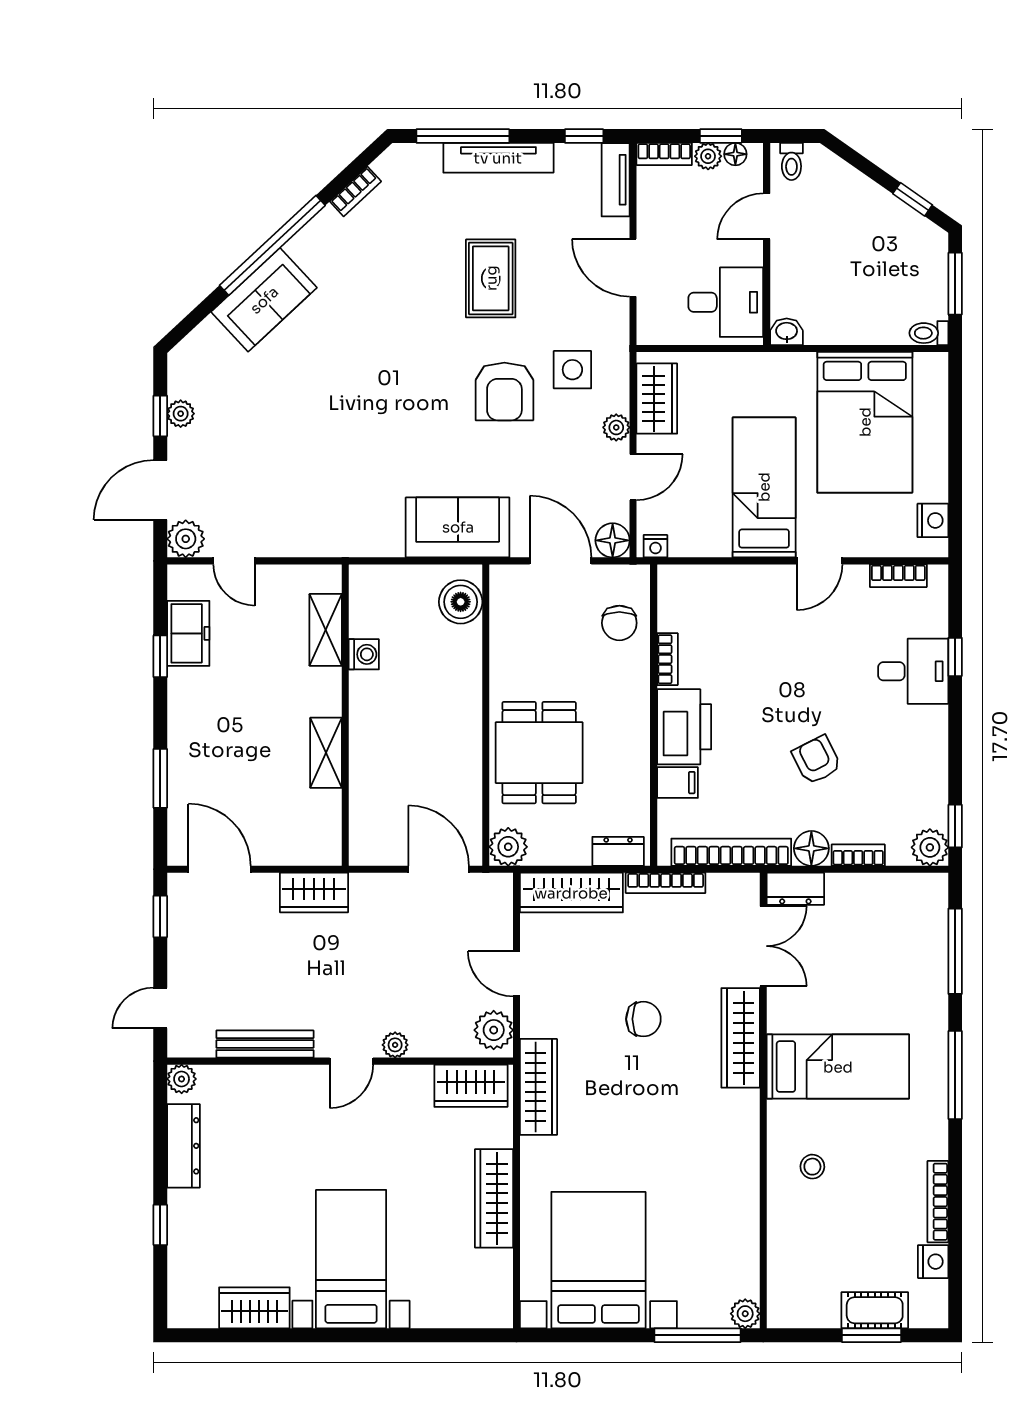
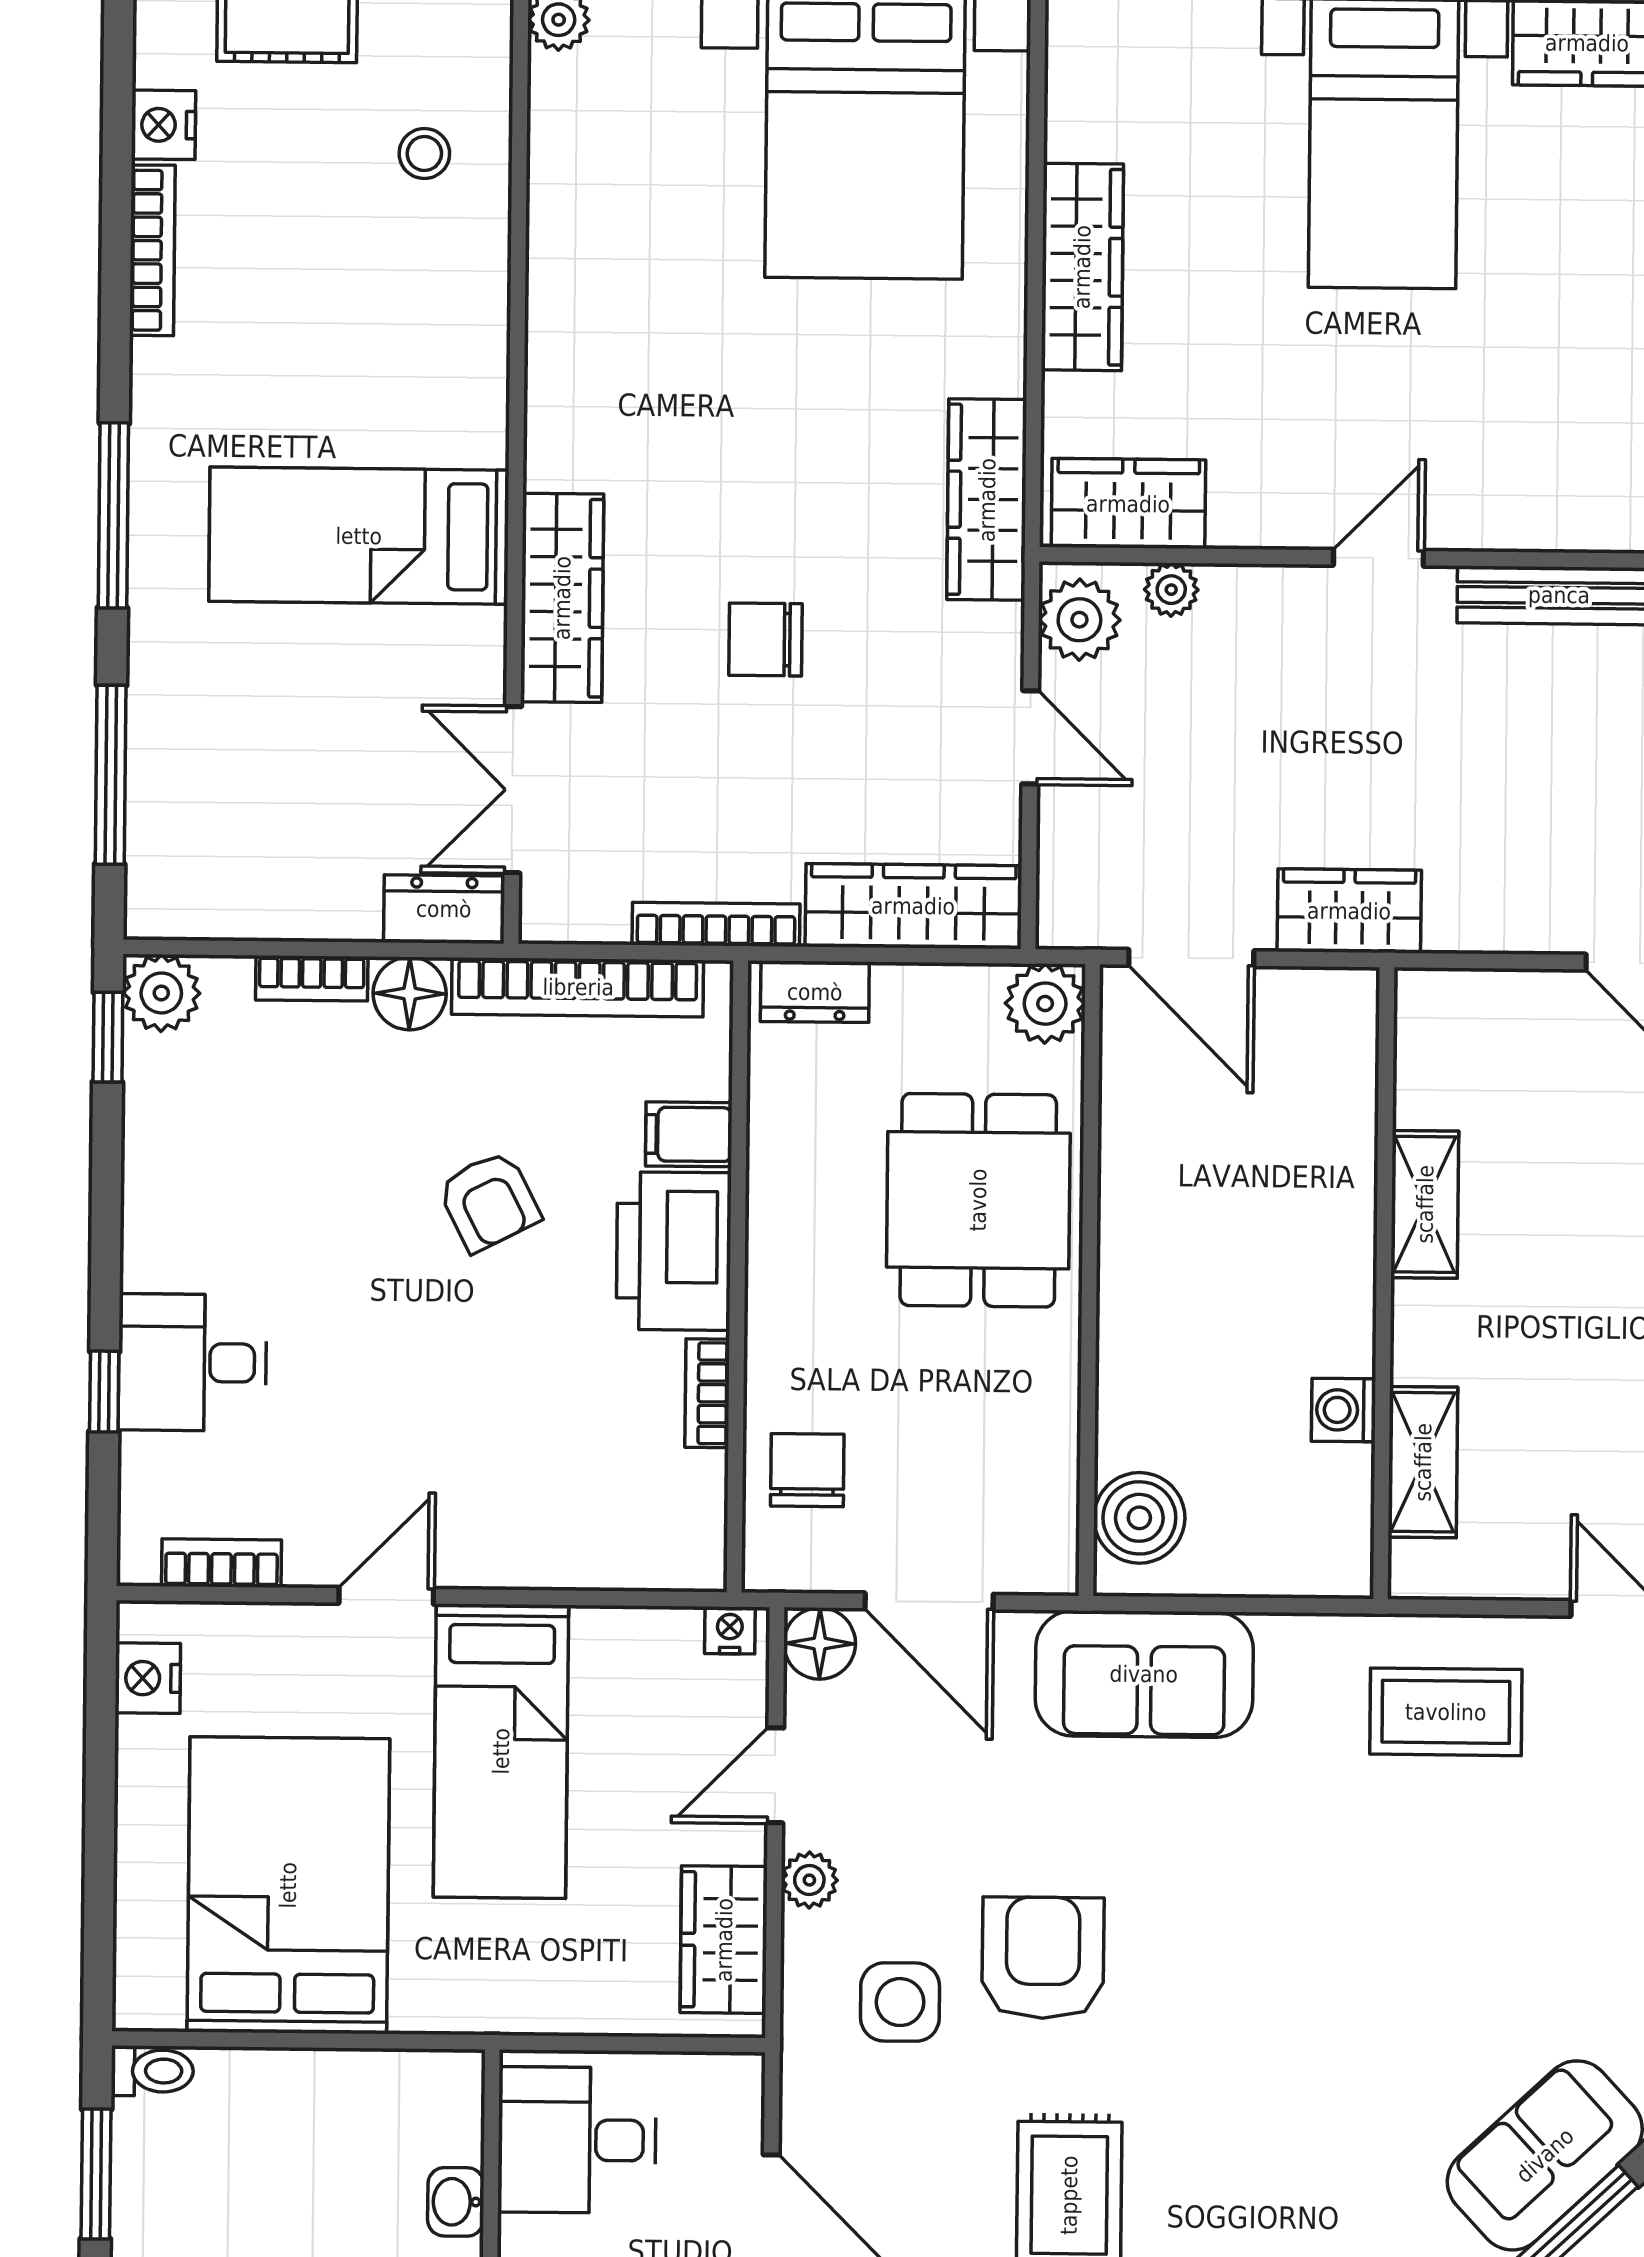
washbasin: (787, 332) -> (456, 2202), moved, turned 90
coffee table: (313, 511) -> (1446, 1712), added
armchair: (817, 760) -> (489, 1201), moved
wardrobe: (314, 892) -> (1349, 911), moved
plant: (395, 1045) -> (1171, 590), moved
stool: (812, 1167) -> (424, 154), moved

